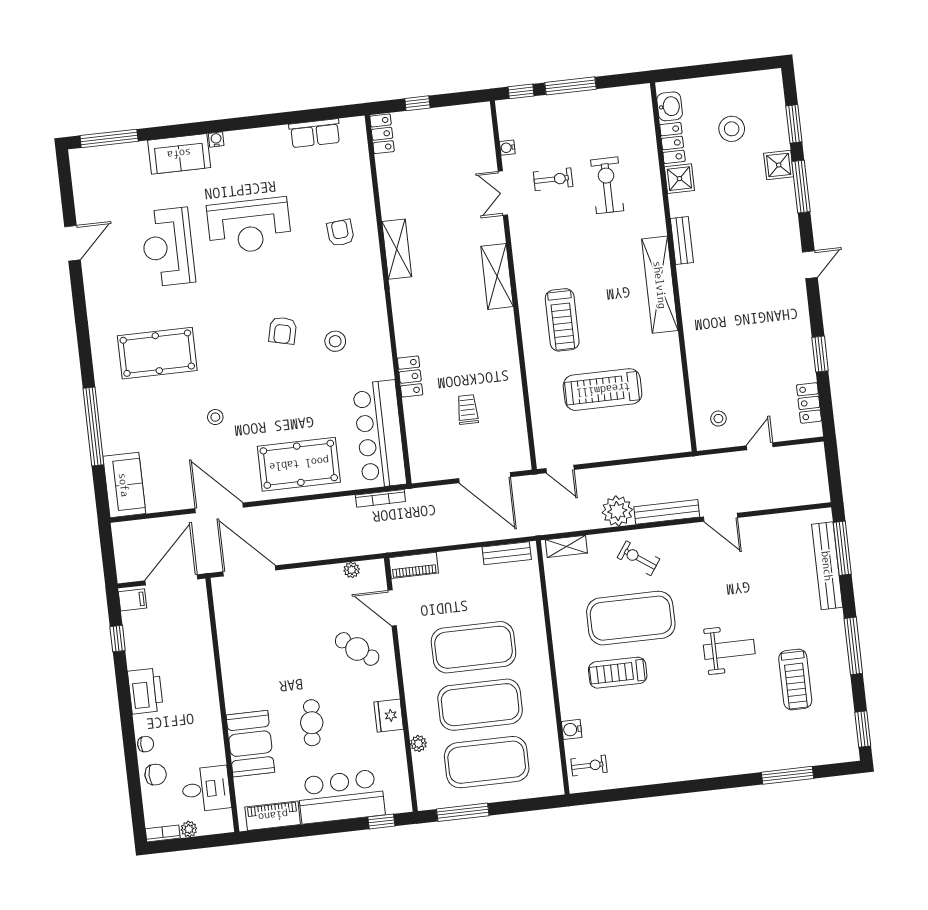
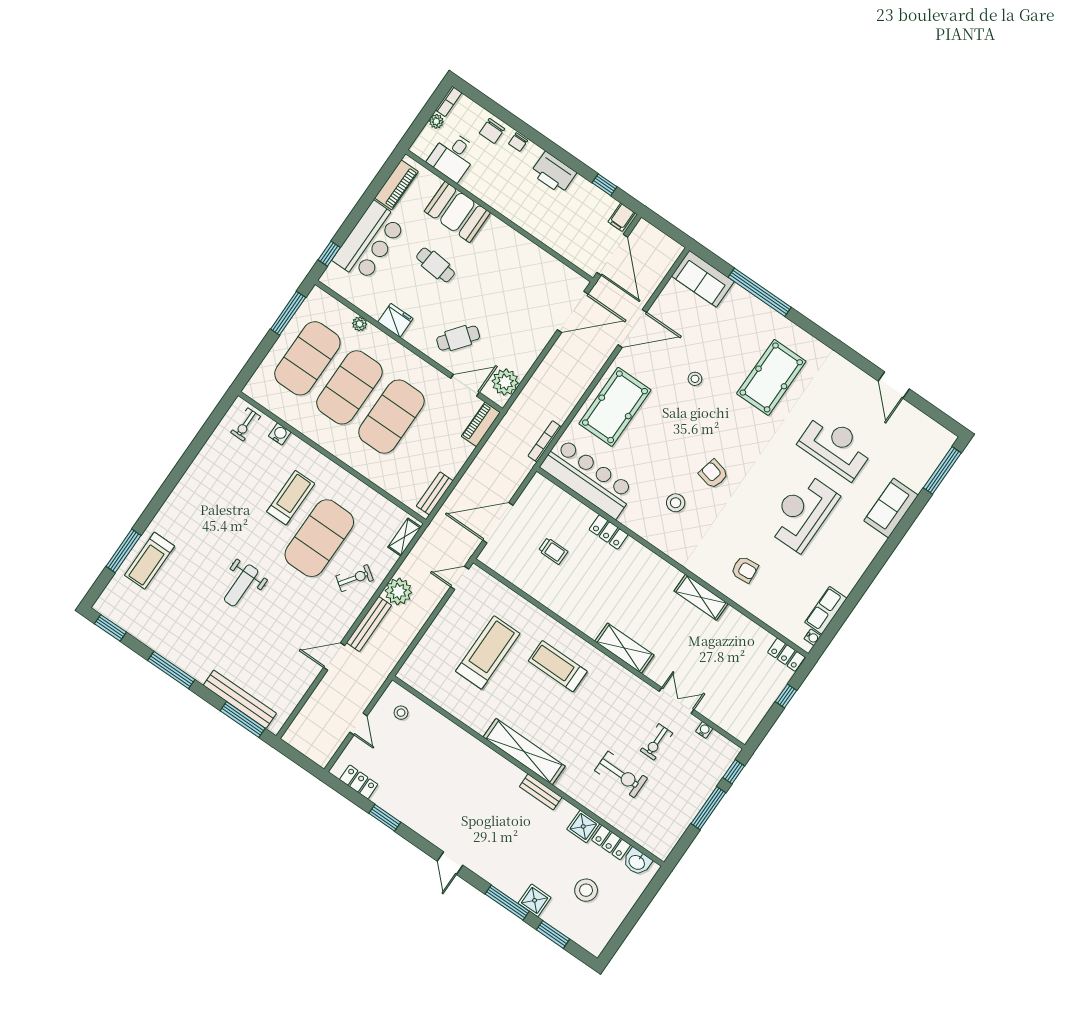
water cooler: (216, 139) -> (812, 637), moved
plant: (352, 570) -> (505, 382), width x1.87, depth x1.87
treadmill: (795, 679) -> (150, 561), moved, turned -90

